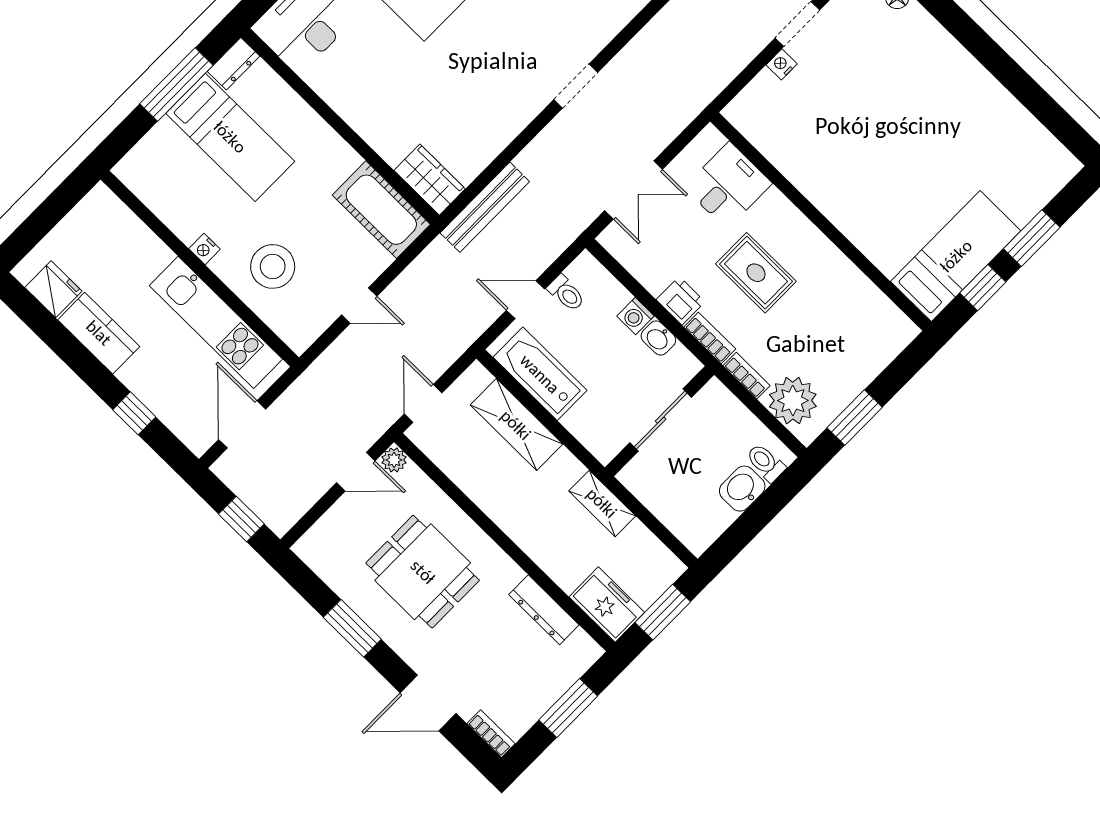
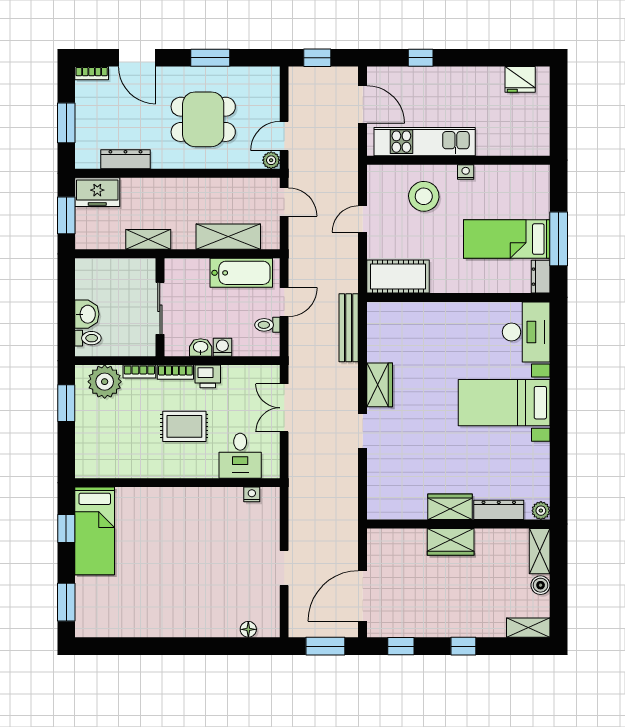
nightstand: (782, 64) -> (252, 494), moved, turned -90
wardrobe: (430, 180) -> (380, 385), moved, turned -90
window: (1032, 238) -> (66, 602), moved
kitchen counter: (99, 333) -> (477, 80), removed
door: (428, 703) -> (137, 58), swing flipped

